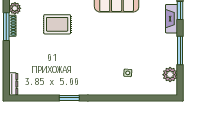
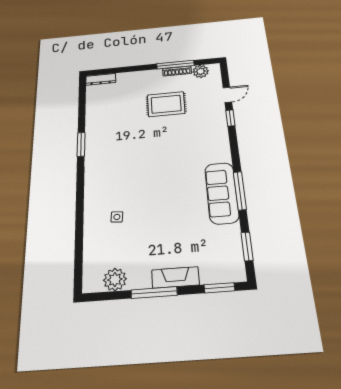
fireplace: (172, 19) -> (175, 277), moved
rug: (57, 24) -> (166, 104), moved, turned 90

